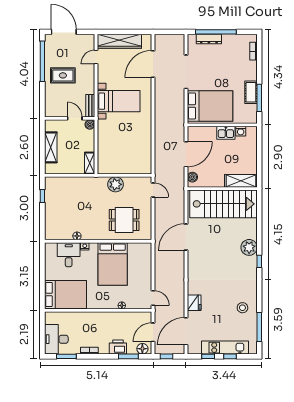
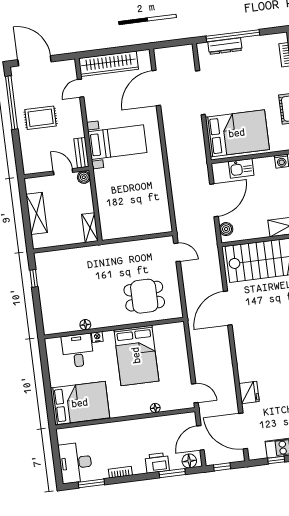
kitchen sink: (226, 133) -> (241, 168), moved
plant: (116, 184) -> (127, 251), removed
door: (186, 331) -> (243, 431), hinge flipped

